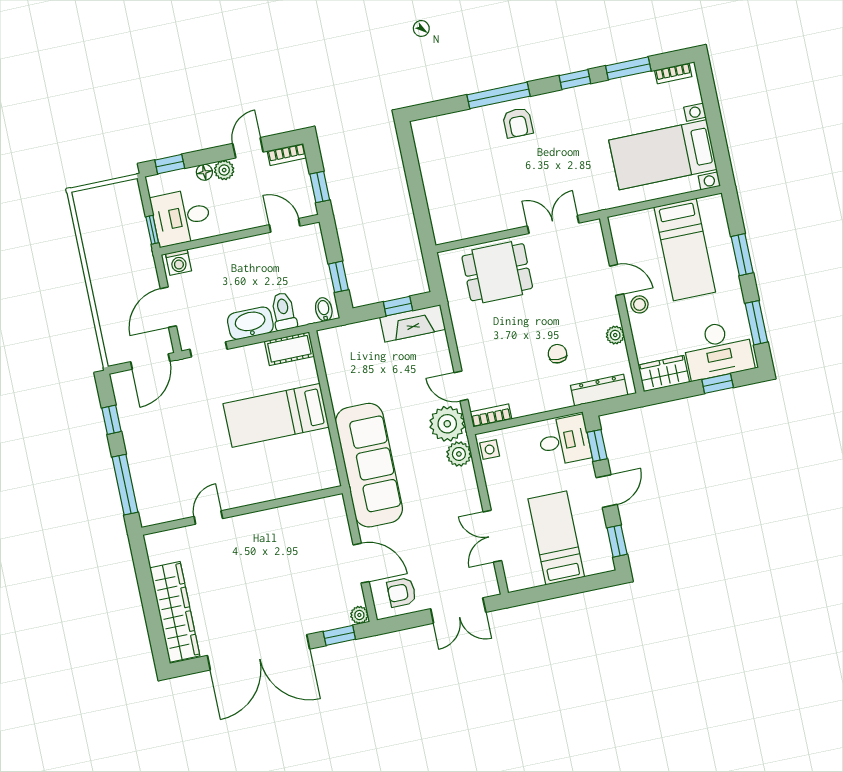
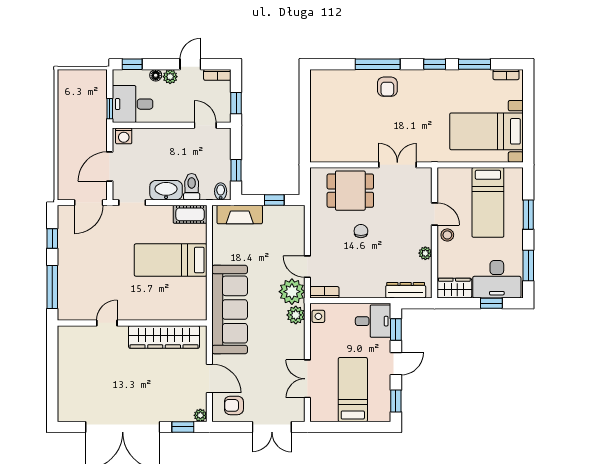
fireplace: (413, 323) -> (240, 215), moved
chair: (557, 354) -> (361, 231), moved
wardrobe: (175, 612) -> (164, 337), moved, turned 90

